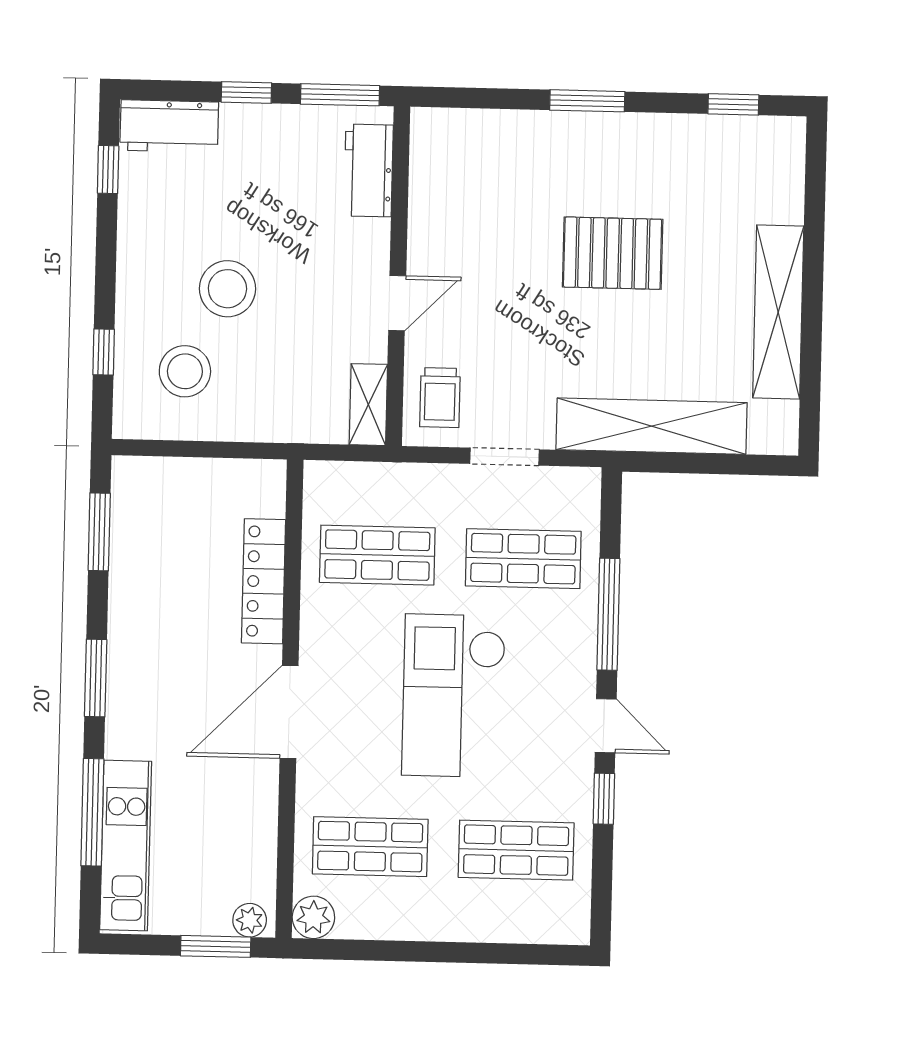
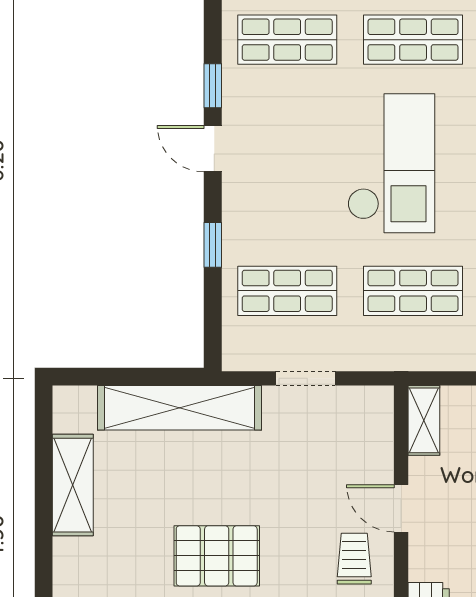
door: (397, 303) -> (401, 508), hinge flipped
shelving: (778, 312) -> (73, 485), width x0.68
trolley: (440, 398) -> (354, 559), moved
window: (608, 614) -> (213, 245), width x0.46
checkout: (454, 696) -> (391, 163), moved

